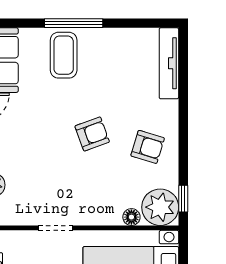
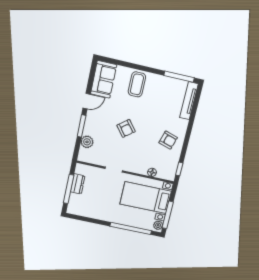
window: (74, 23) -> (179, 77), moved
armchair: (92, 134) -> (126, 128), moved, turned 72
plant: (160, 207) -> (167, 171), removed

